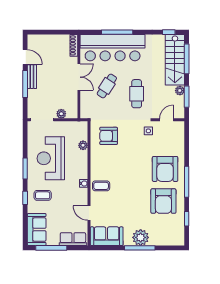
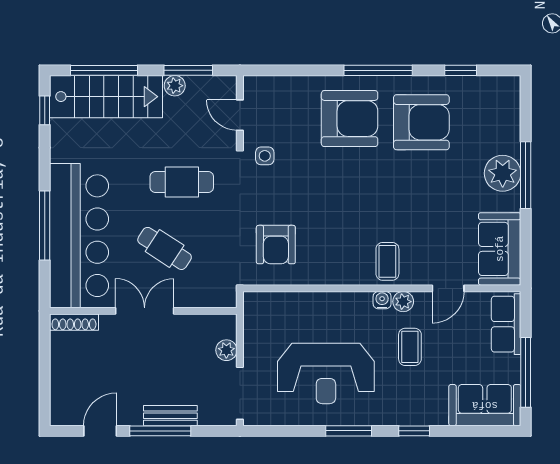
bench: (32, 77) -> (170, 416), moved
plant: (83, 145) -> (403, 302), moved
coffee table: (43, 195) -> (410, 347), moved

